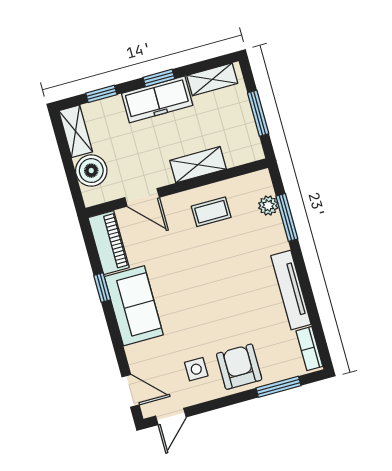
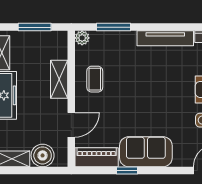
plant: (268, 206) -> (82, 38), moved

